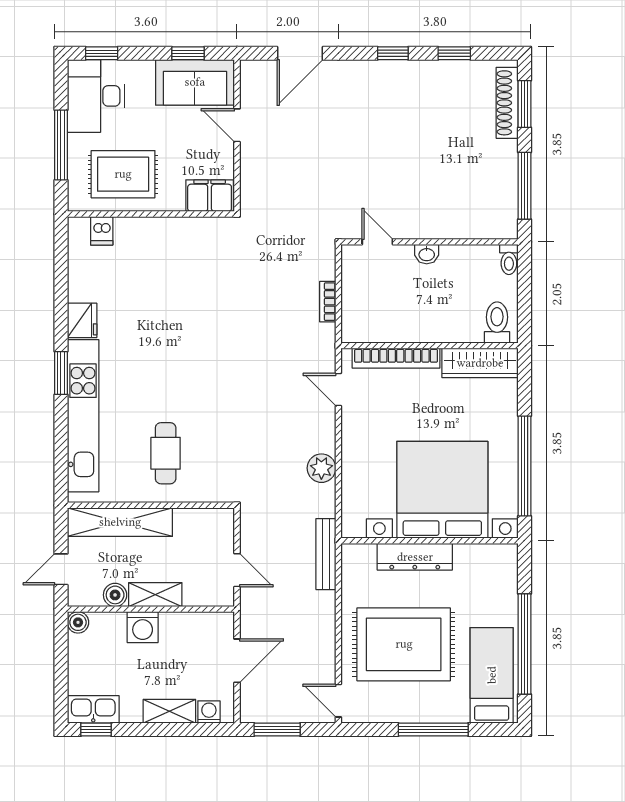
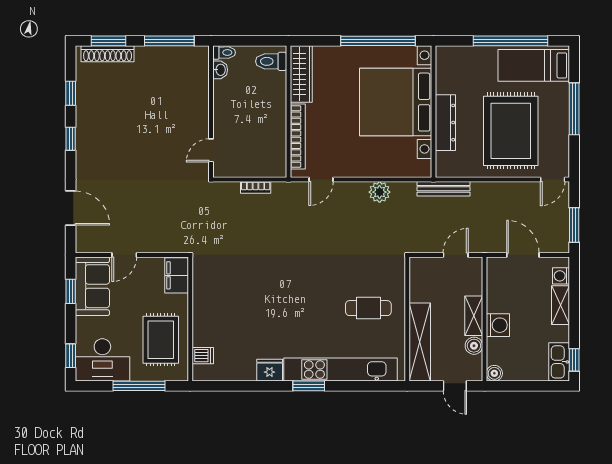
washbasin: (427, 254) -> (220, 70), moved

